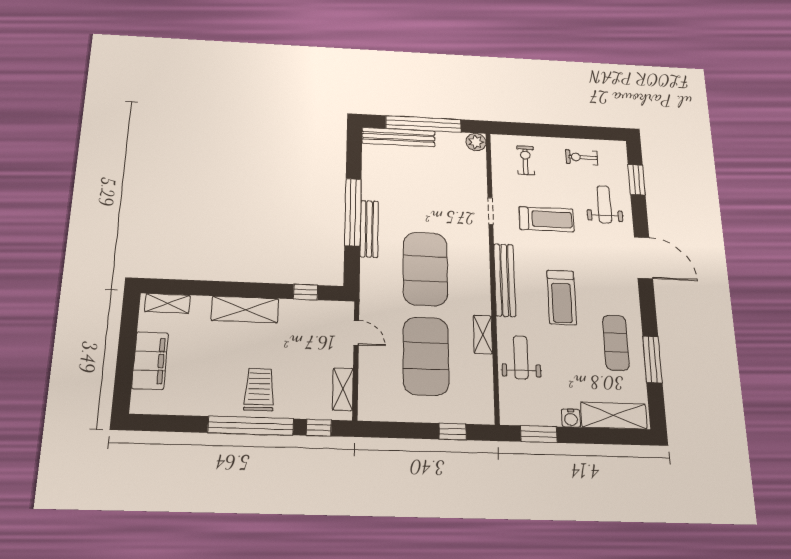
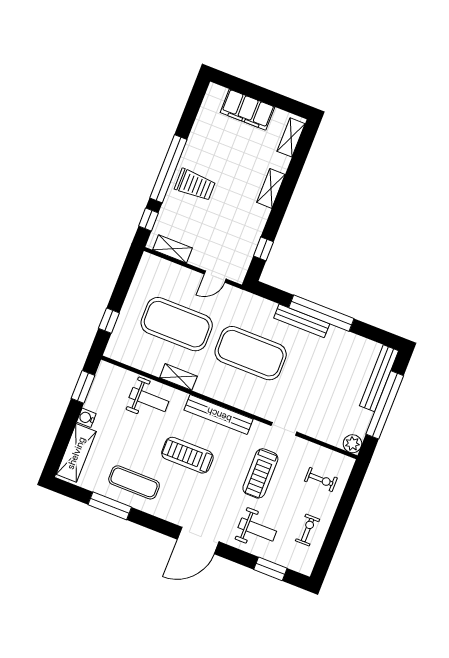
shelving: (245, 309) -> (271, 188), width x0.67, depth x0.75

